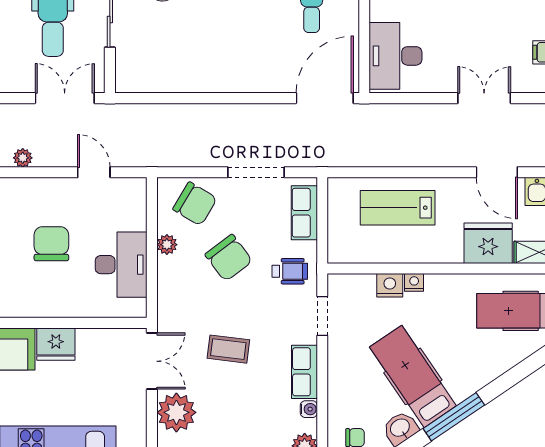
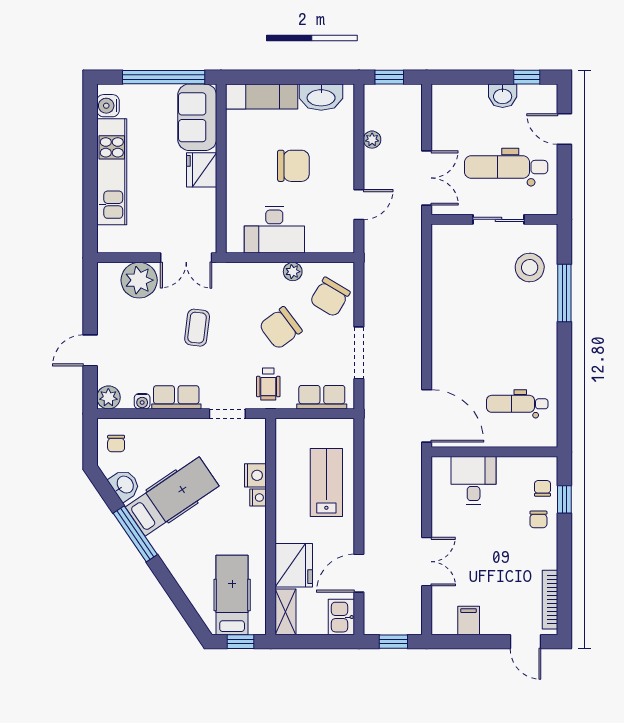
desk: (395, 56) -> (474, 481), width x0.73

